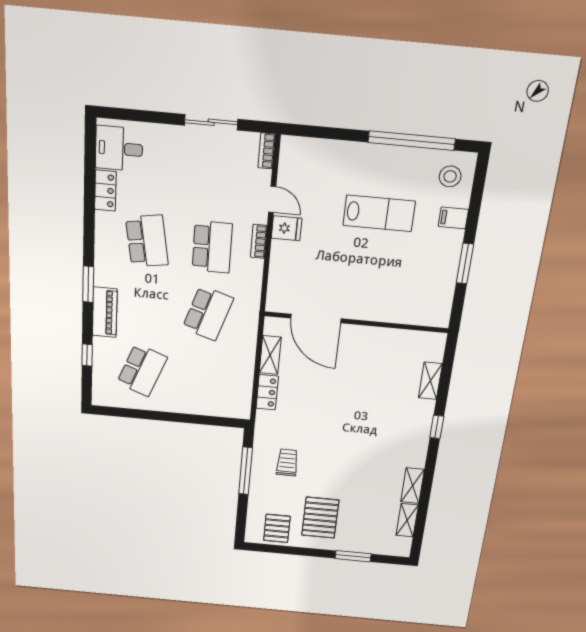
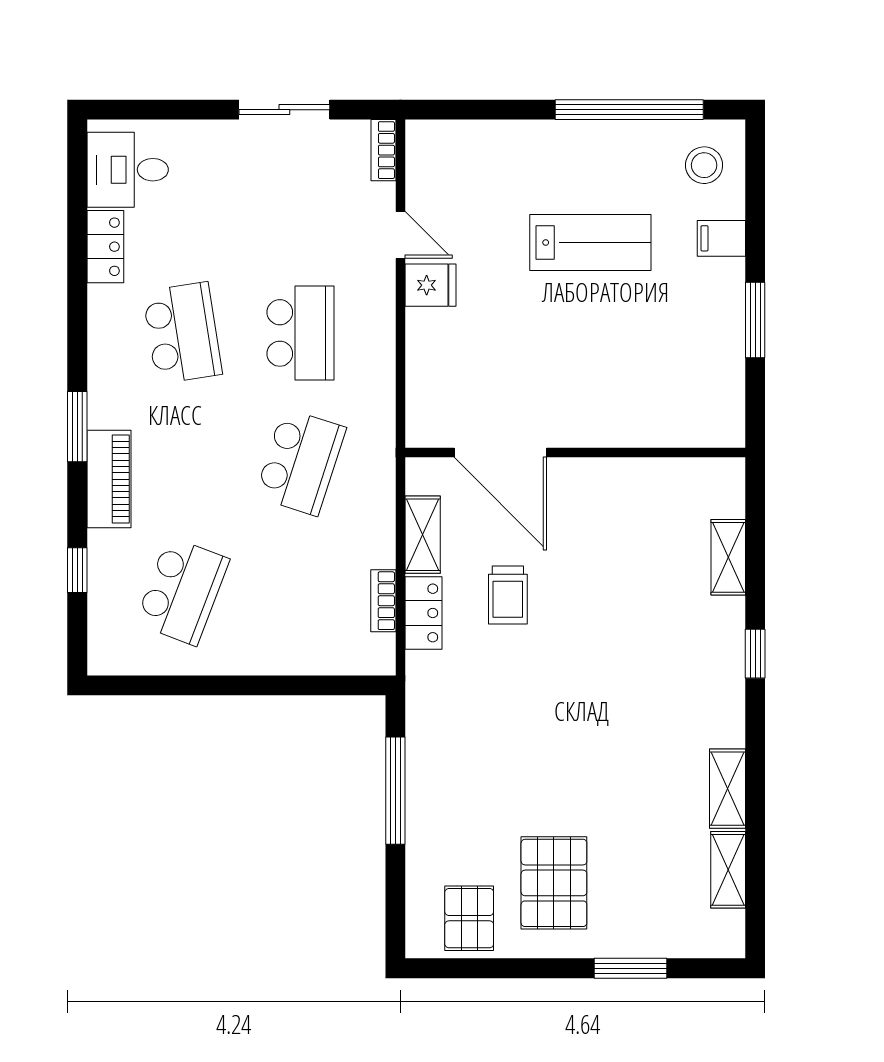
bookcase: (259, 241) -> (383, 601), moved
trolley: (287, 462) -> (508, 595), moved, turned 180

